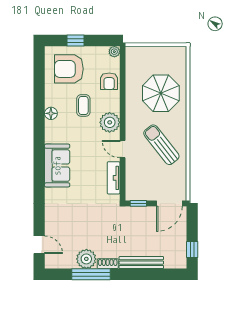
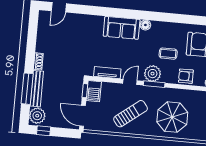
floor lamp: (51, 113) -> (145, 25), moved
window: (123, 119) -> (154, 84), added
barbecue: (138, 192) -> (94, 91), added
plant: (86, 259) -> (37, 116), moved
window: (91, 274) -> (27, 89), moved

